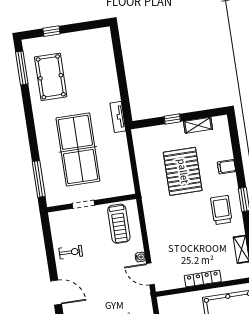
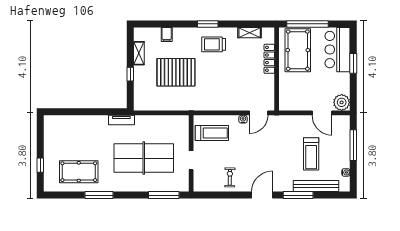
window: (22, 68) -> (99, 195), moved
filing cabinet: (226, 167) -> (167, 34), moved
locker: (203, 279) -> (269, 59), moved

